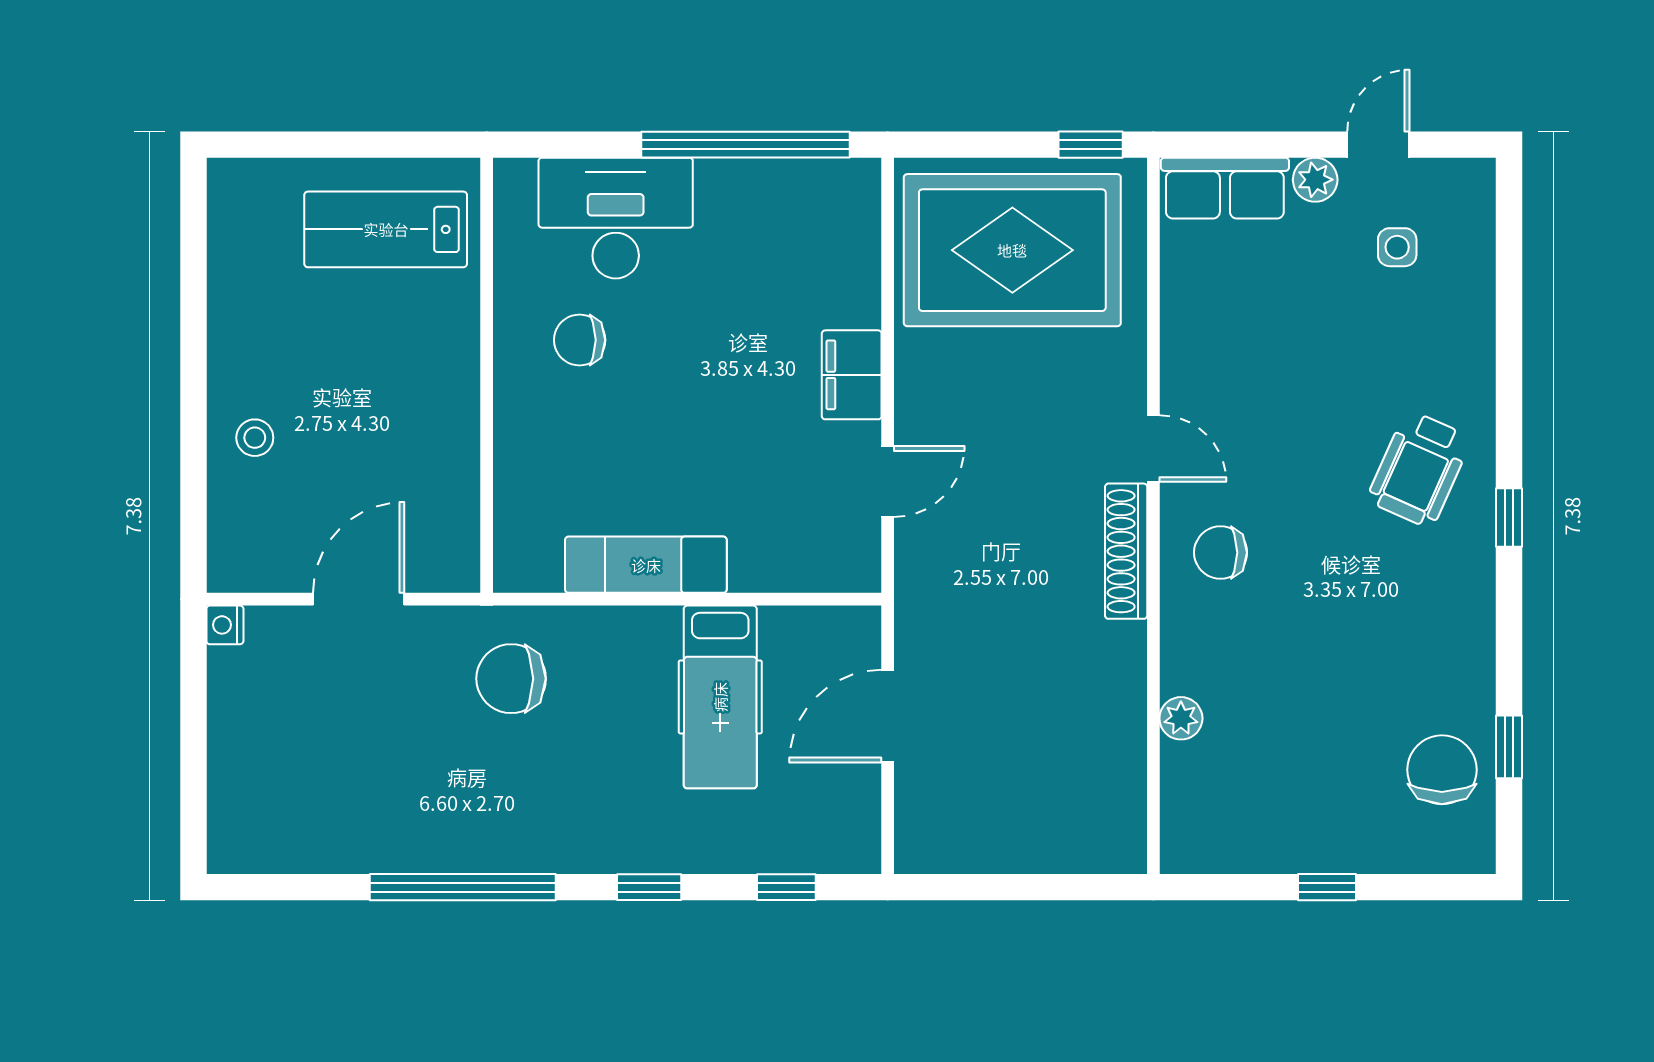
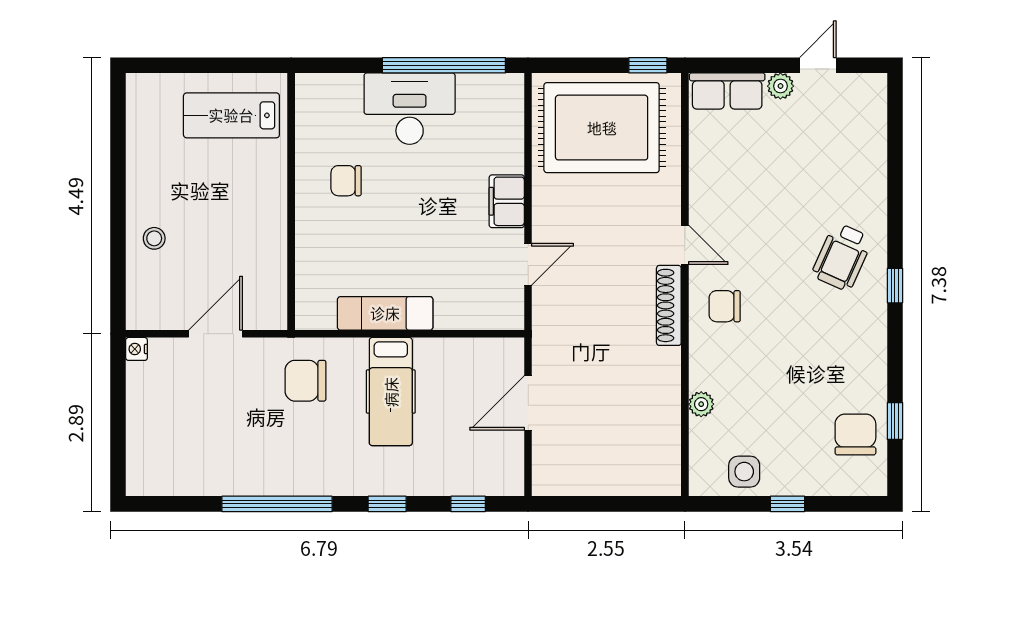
desk: (616, 218) -> (410, 109), moved
side table: (1397, 247) -> (744, 472), moved, width x1.37, depth x1.37
hospital bed: (720, 697) -> (391, 392), moved

